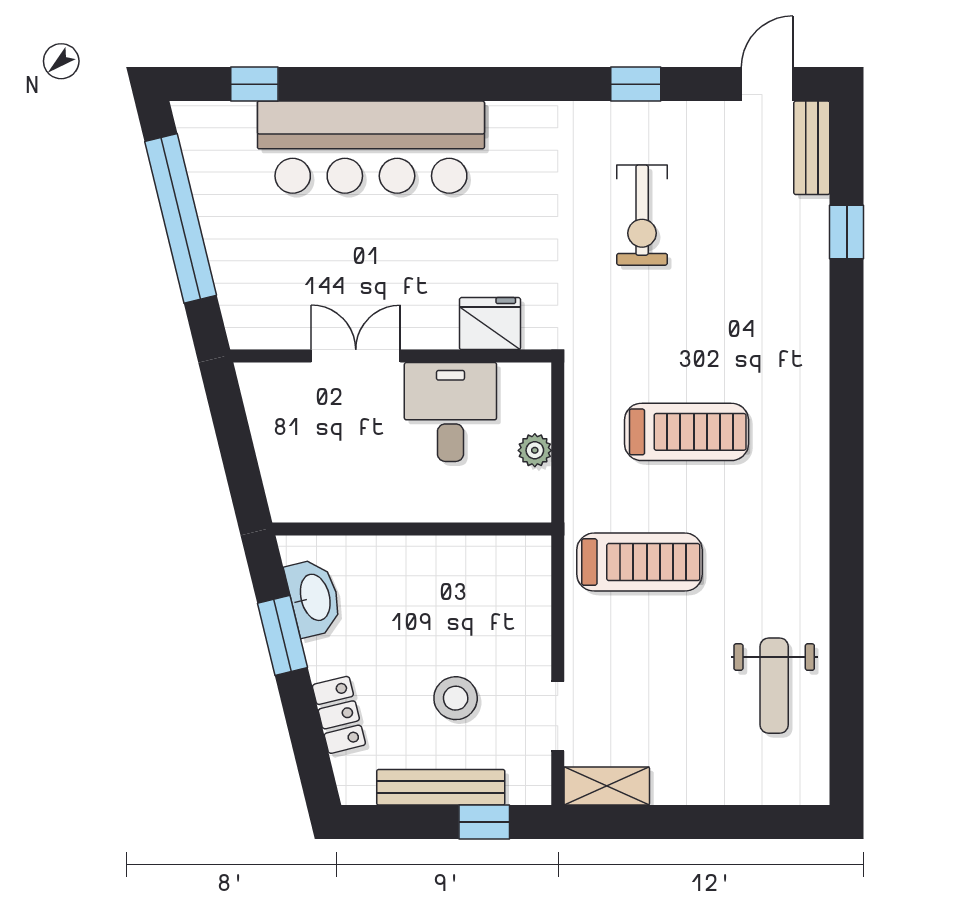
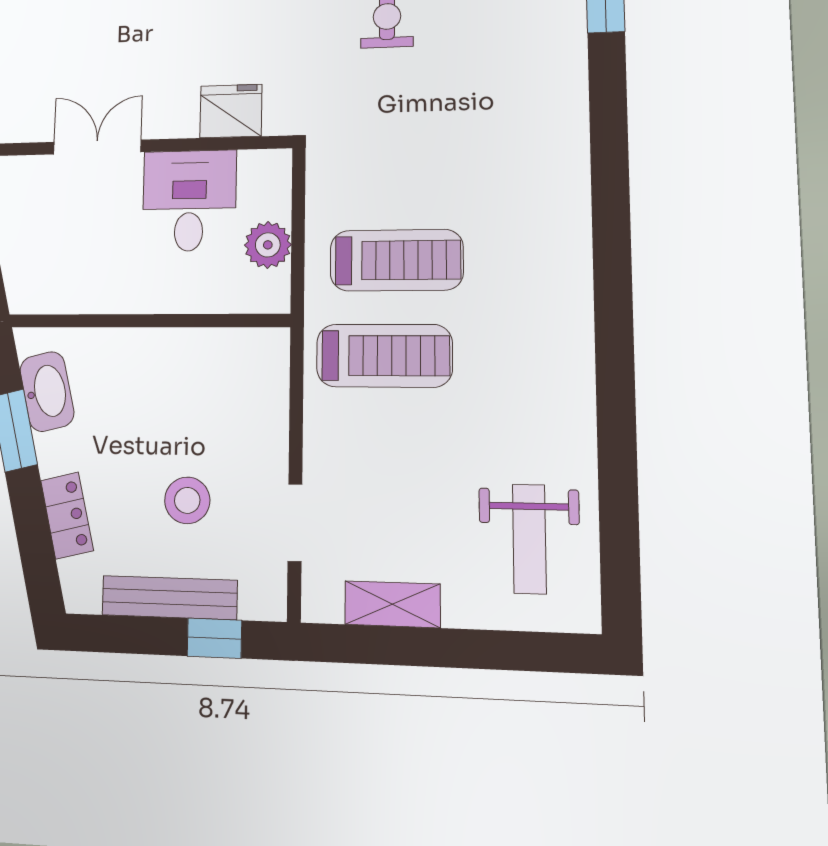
treadmill: (686, 432) -> (396, 260), moved
plant: (535, 450) -> (268, 245), width x1.38, depth x1.38
weight bench: (774, 686) -> (529, 539), moved
shelving: (607, 786) -> (392, 604), moved

